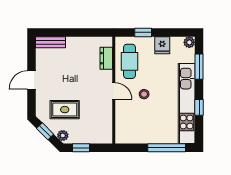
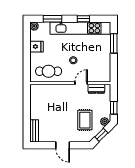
window: (143, 32) -> (27, 61), removed
dresser: (106, 58) -> (96, 89), moved
door: (114, 91) -> (81, 83), moved
window: (167, 148) -> (114, 43), width x0.69

